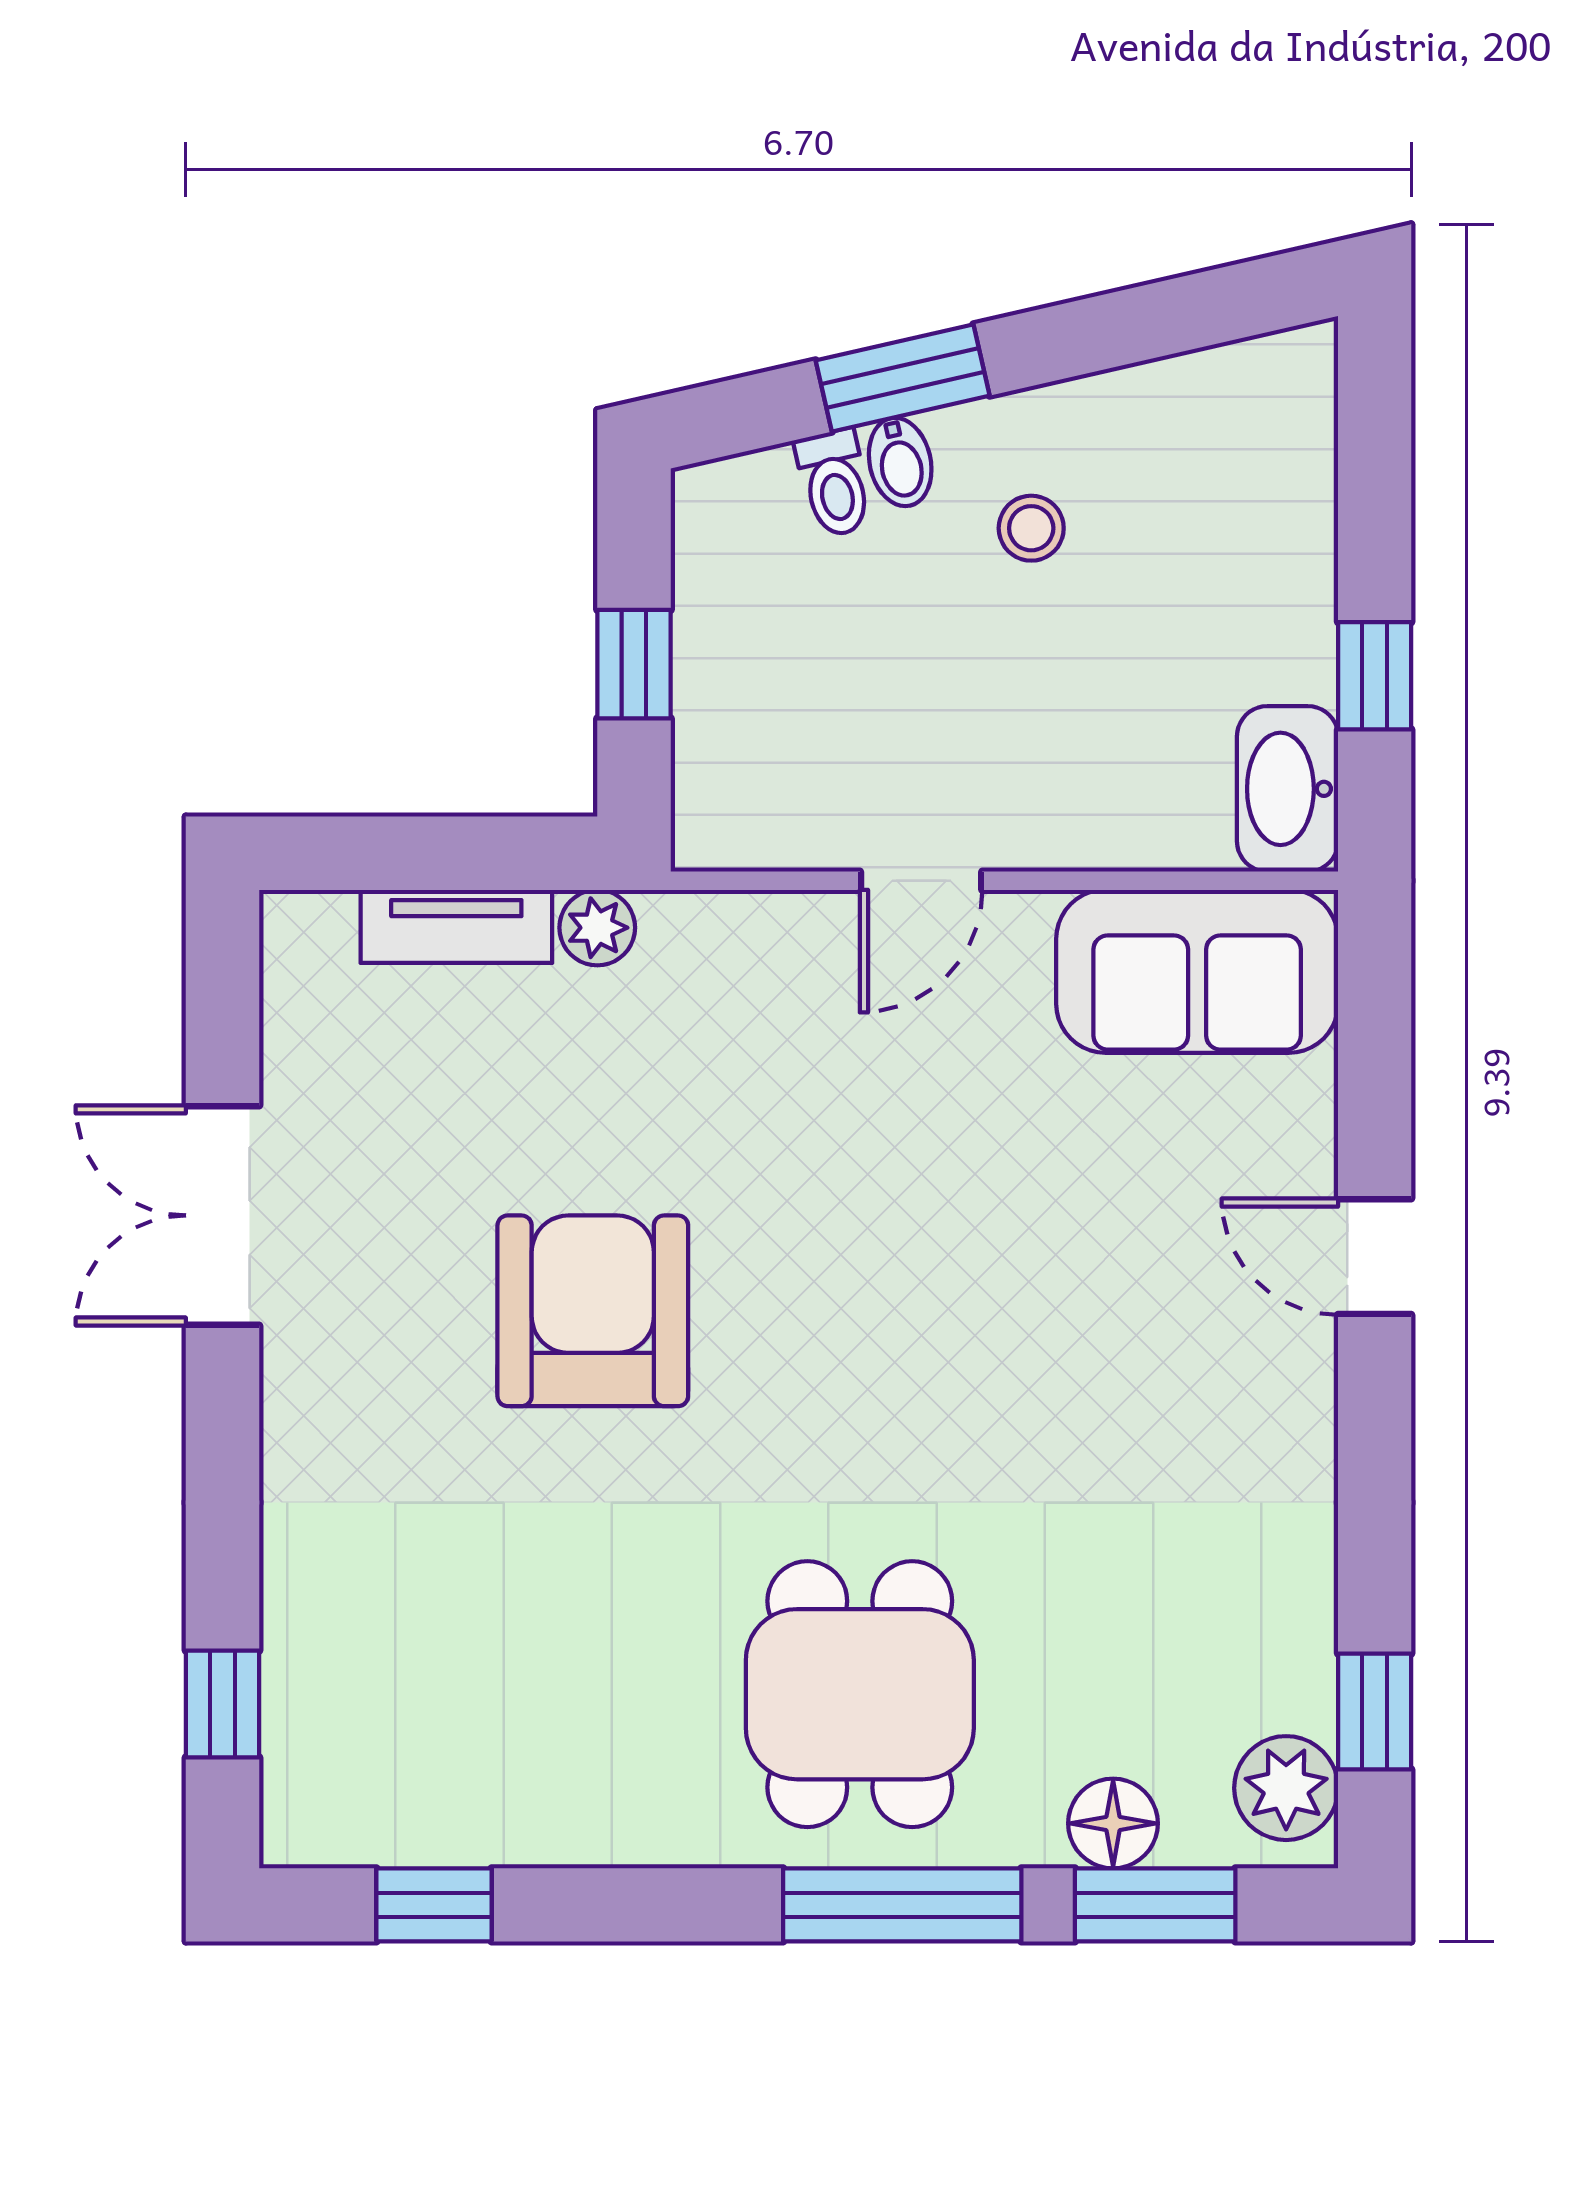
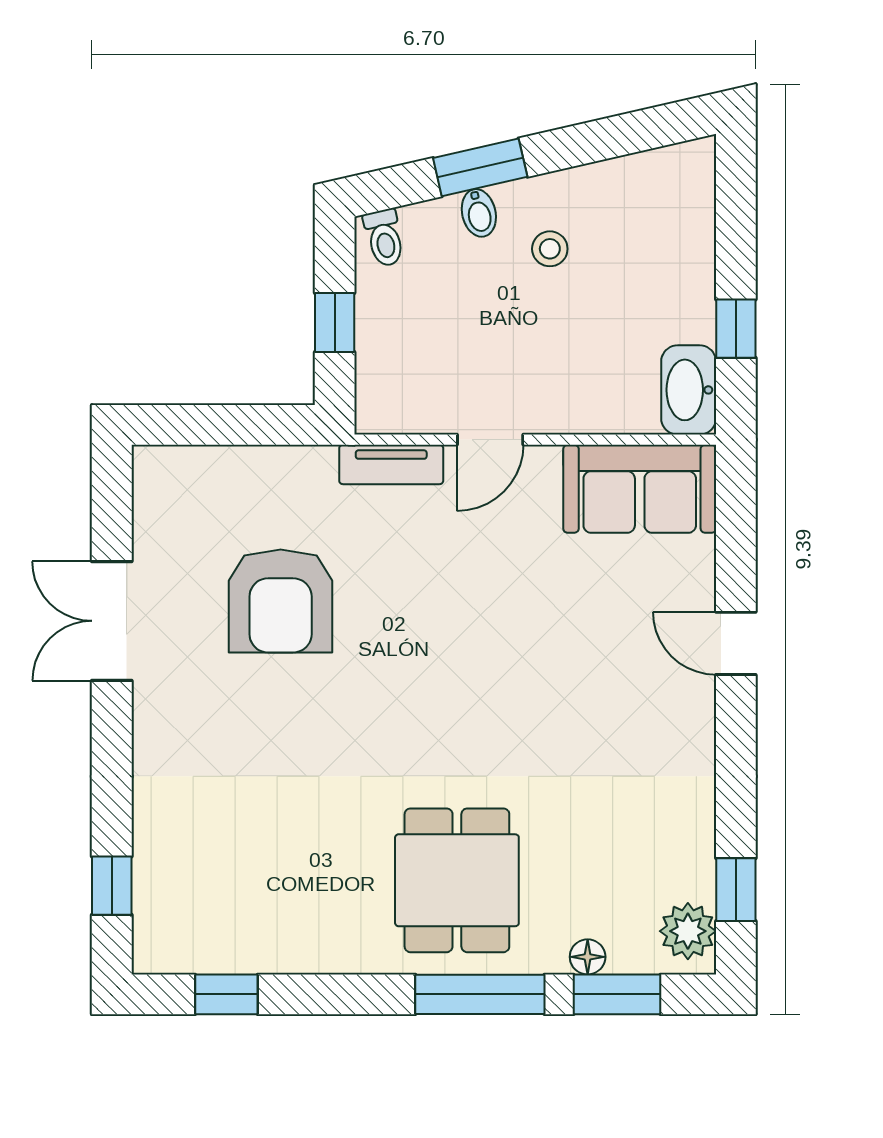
toilet: (834, 483) -> (384, 238), moved
tv unit: (456, 926) -> (391, 464), moved
plant: (597, 928) -> (315, 465), removed
armchair: (593, 1311) -> (281, 601), moved, turned 180
floor lamp: (1113, 1823) -> (588, 957), width x0.73, depth x0.73

